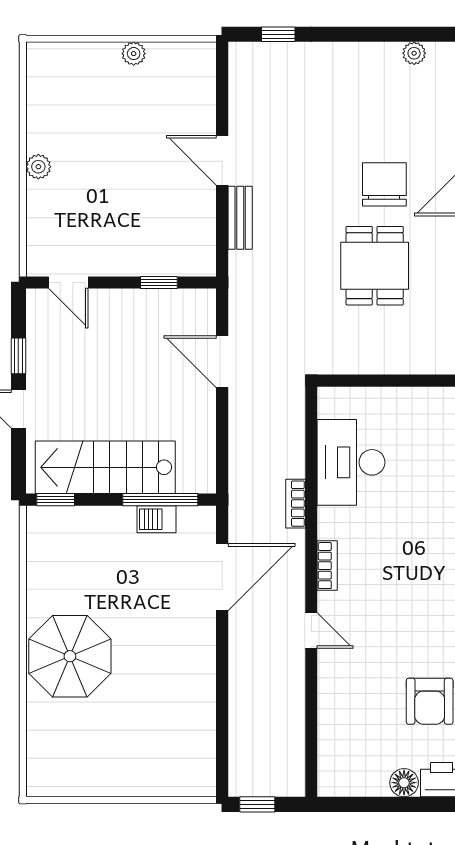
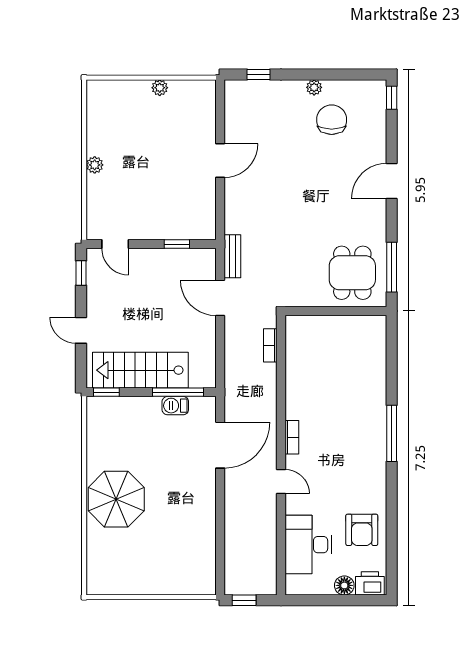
plant: (414, 53) -> (314, 87), moved
door: (222, 160) -> (220, 161), swing flipped
chair: (384, 184) -> (332, 120), moved
bench: (240, 218) -> (232, 256), moved
dining table: (375, 266) -> (352, 273), moved
window: (18, 356) -> (81, 273), moved
desk: (351, 462) -> (308, 545), moved
bookcase: (296, 504) -> (270, 345), moved

